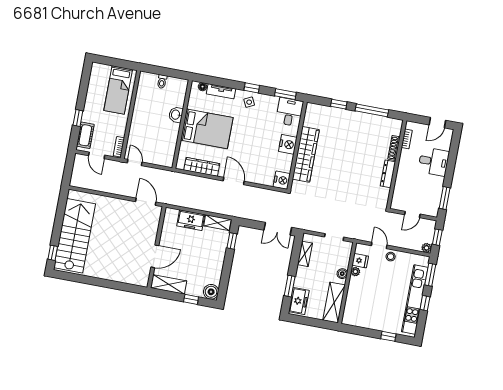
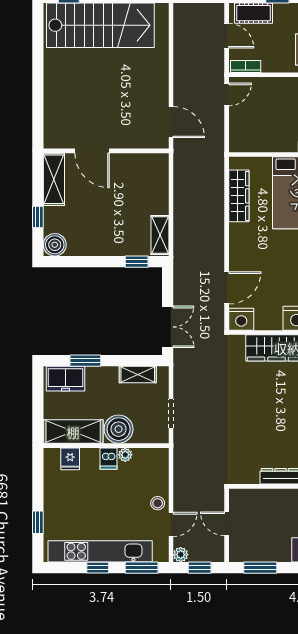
door: (97, 155) -> (227, 36), swing flipped
door: (234, 181) -> (227, 288), moved
door: (146, 202) -> (171, 122), hinge flipped
freezer: (191, 220) -> (156, 194), removed
double door: (278, 229) -> (168, 327), swing flipped
door: (379, 245) -> (171, 524), moved
fridge: (360, 261) -> (70, 459), moved
boiler: (342, 274) -> (119, 429), width x1.86, depth x1.86
dishwasher: (356, 283) -> (109, 459), added

